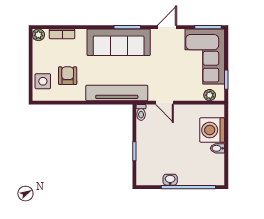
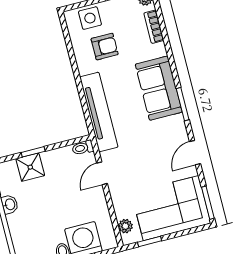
door: (167, 27) -> (195, 153), swing flipped
sofa: (119, 42) -> (159, 88), width x0.73
shower: (146, 157) -> (30, 167), added

